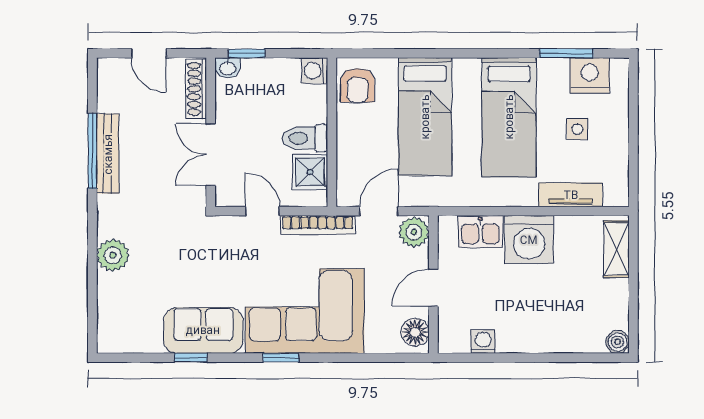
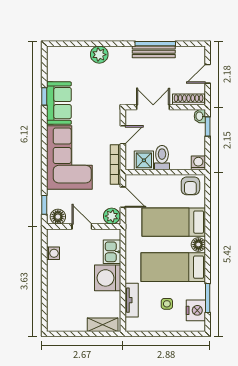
floor lamp: (467, 71) -> (198, 245), added
armchair: (357, 85) -> (190, 186), turned -90
boiler: (618, 342) -> (53, 325), removed
window: (281, 358) -> (44, 205), moved

